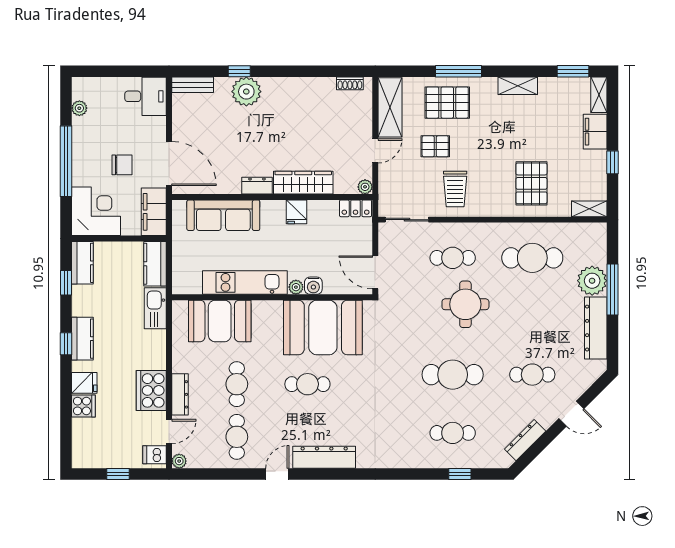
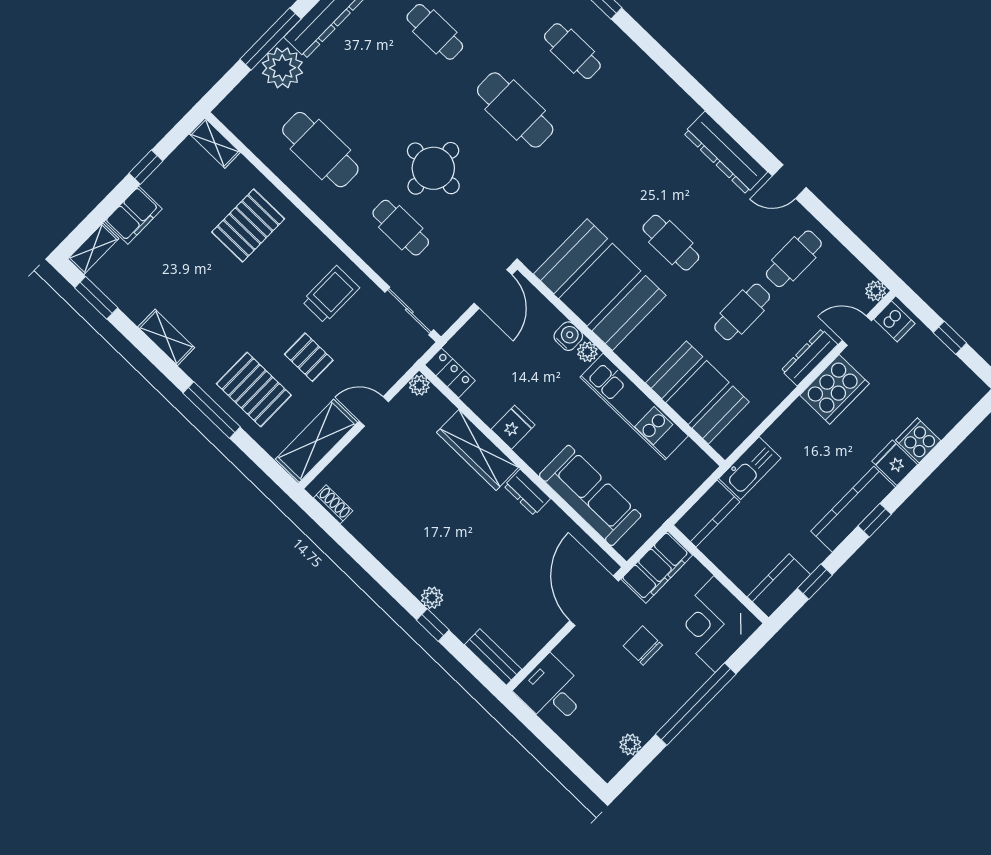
plant: (246, 92) -> (432, 598), width x0.53, depth x0.53
kitchen counter: (82, 339) -> (853, 509), width x1.50

